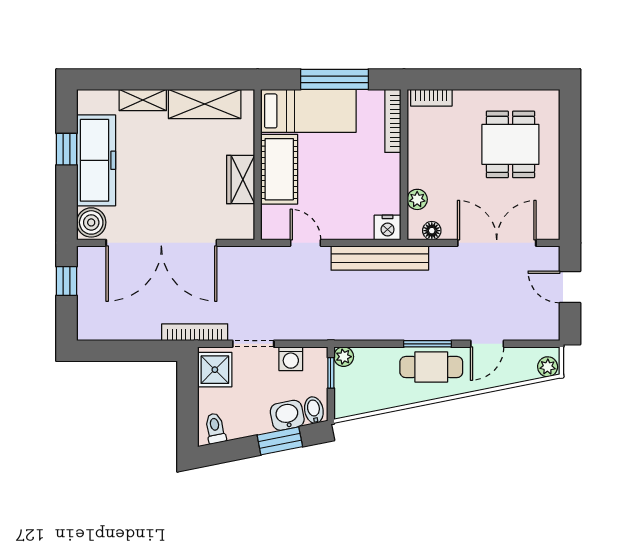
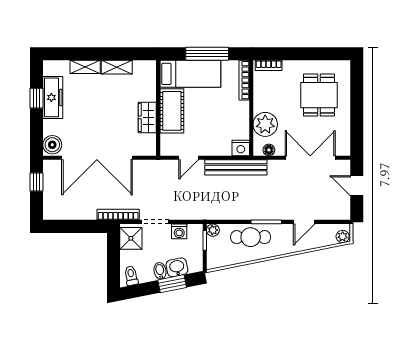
shelving: (205, 104) -> (117, 67), width x0.67, depth x0.75
freezer: (96, 160) -> (53, 97), width x0.73, depth x0.79
plant: (417, 199) -> (265, 124), width x1.88, depth x1.88
door: (305, 243) -> (189, 158), swing flipped
cafe table: (431, 367) -> (251, 237), moved
bidet: (314, 410) -> (160, 271), moved

